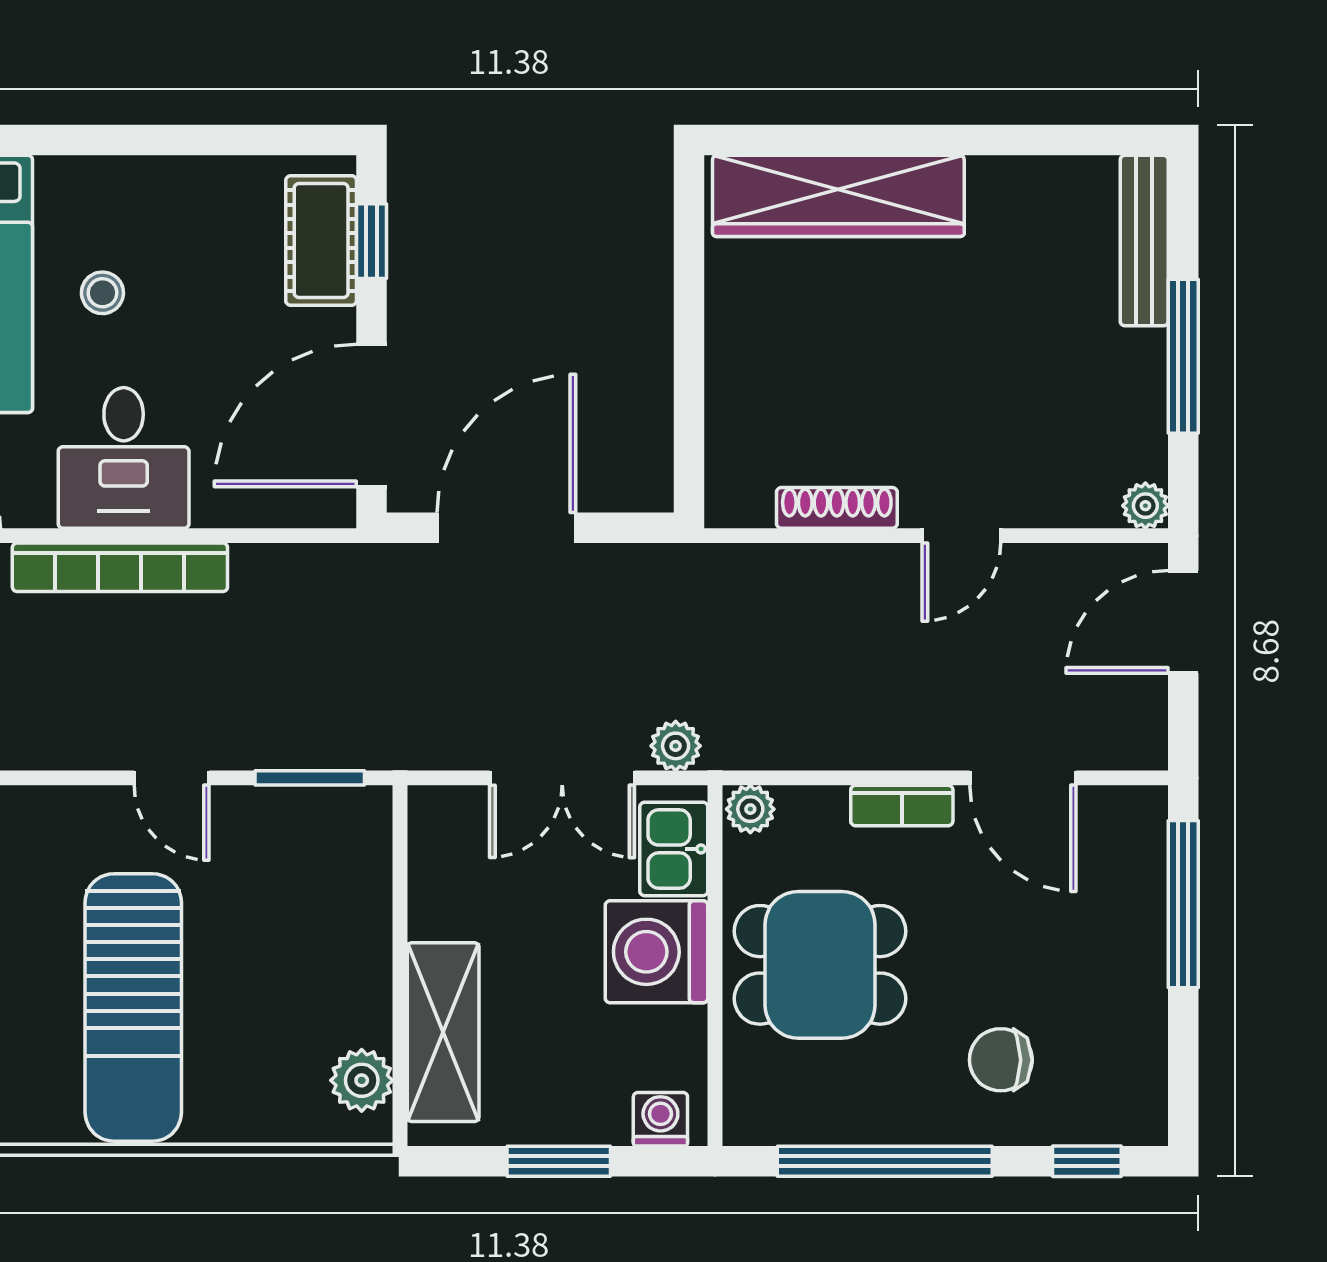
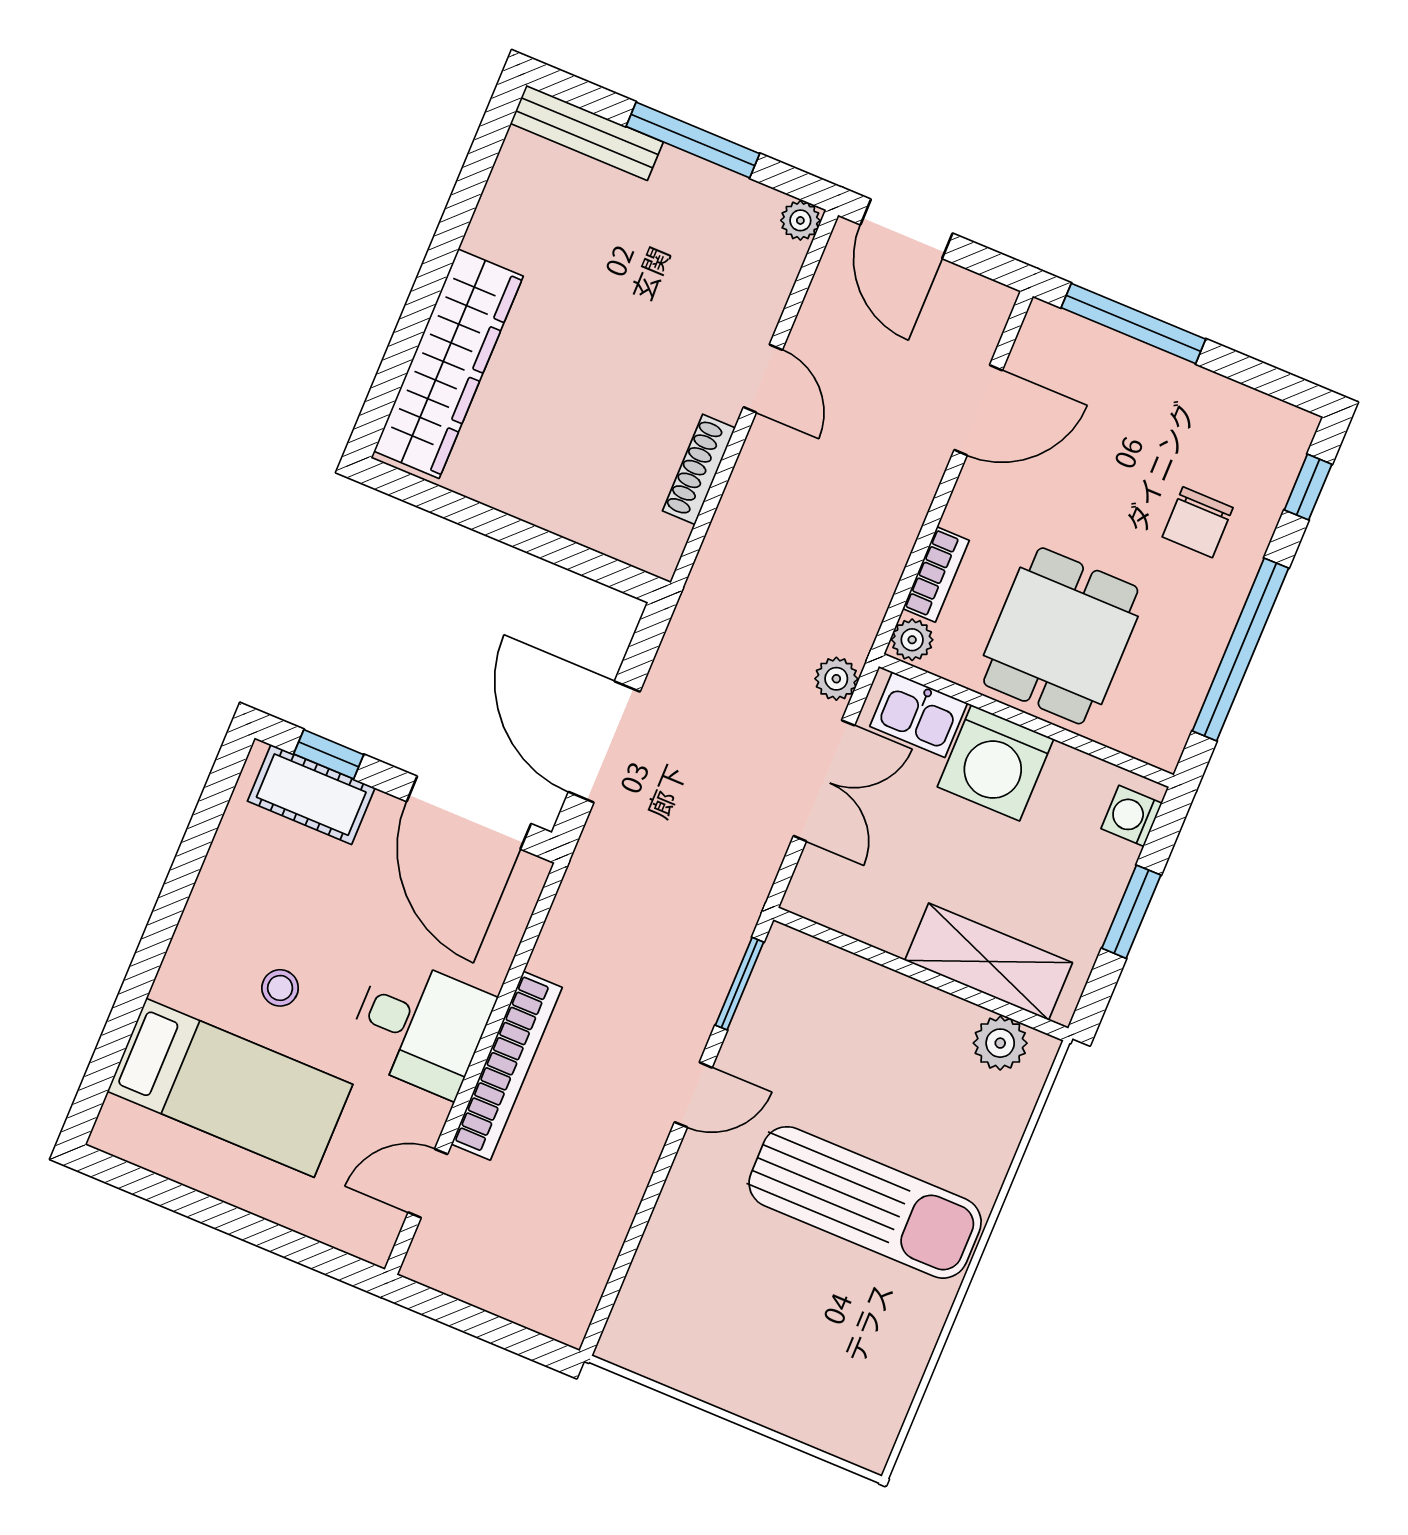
bookcase: (902, 806) -> (936, 575), moved

